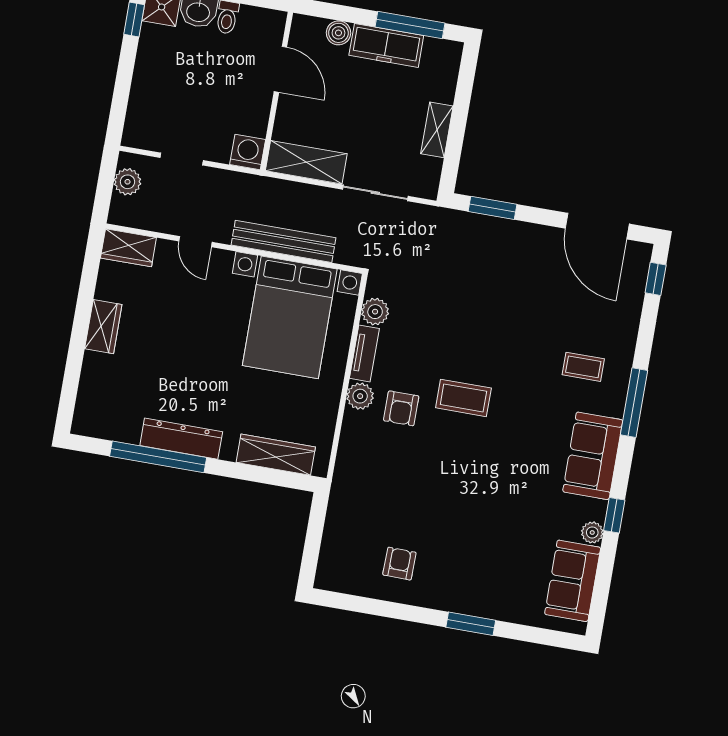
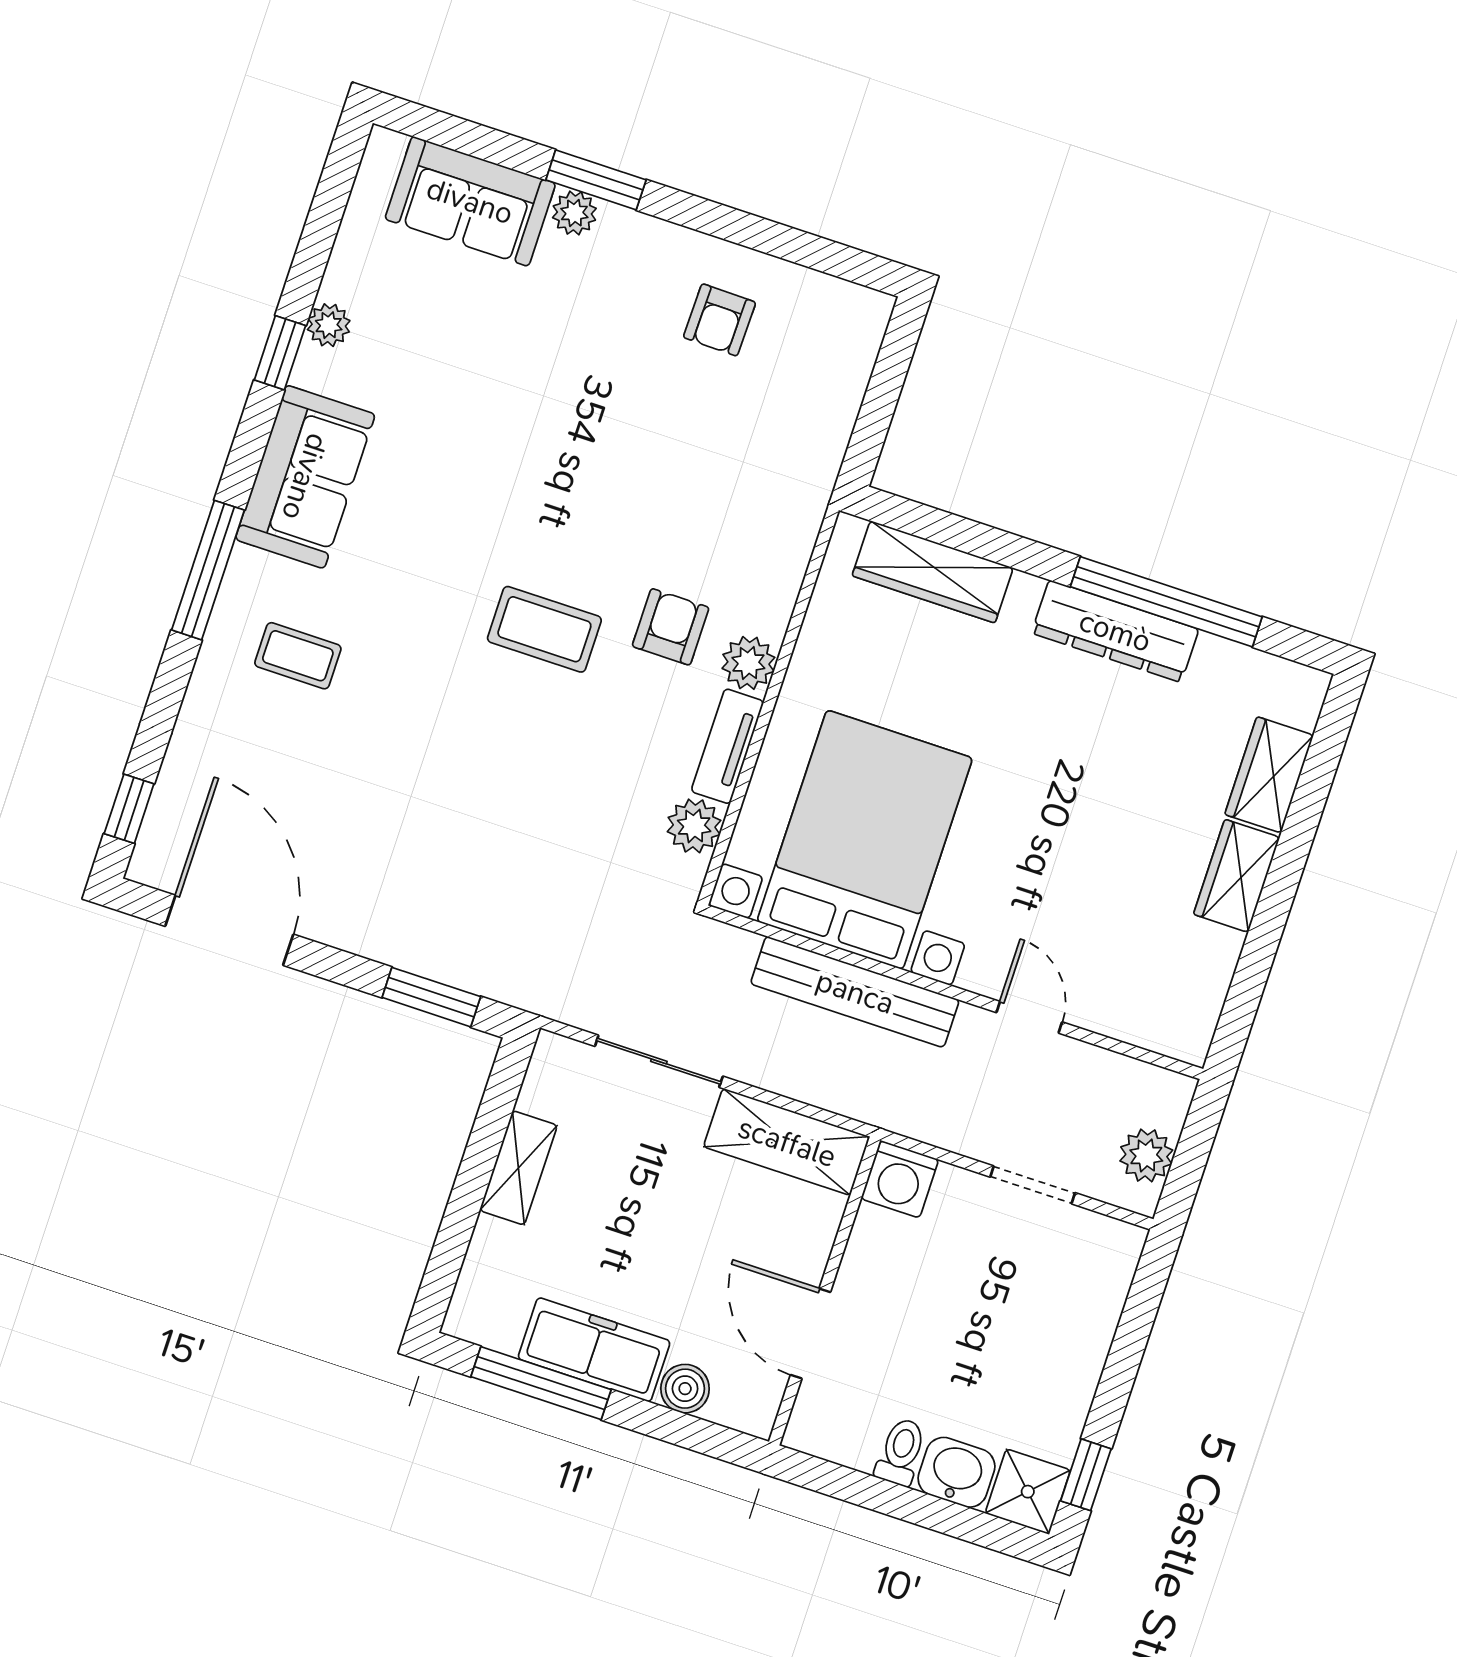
wardrobe: (128, 248) -> (1269, 775), moved, turned -90
sofa: (573, 581) -> (470, 201), moved, turned 90
plant: (479, 606) -> (574, 213), added

